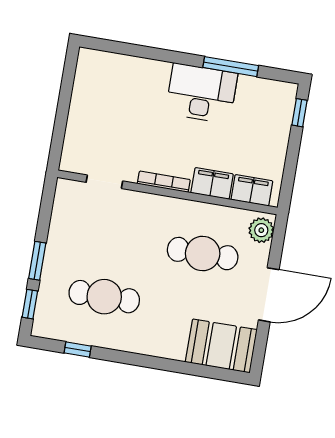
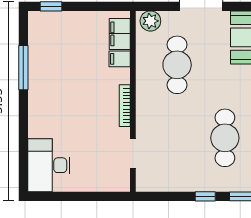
desk: (201, 93) -> (49, 165), moved
filing cabinet: (212, 183) -> (120, 59), width x0.50
window: (37, 261) -> (205, 196), width x0.67

